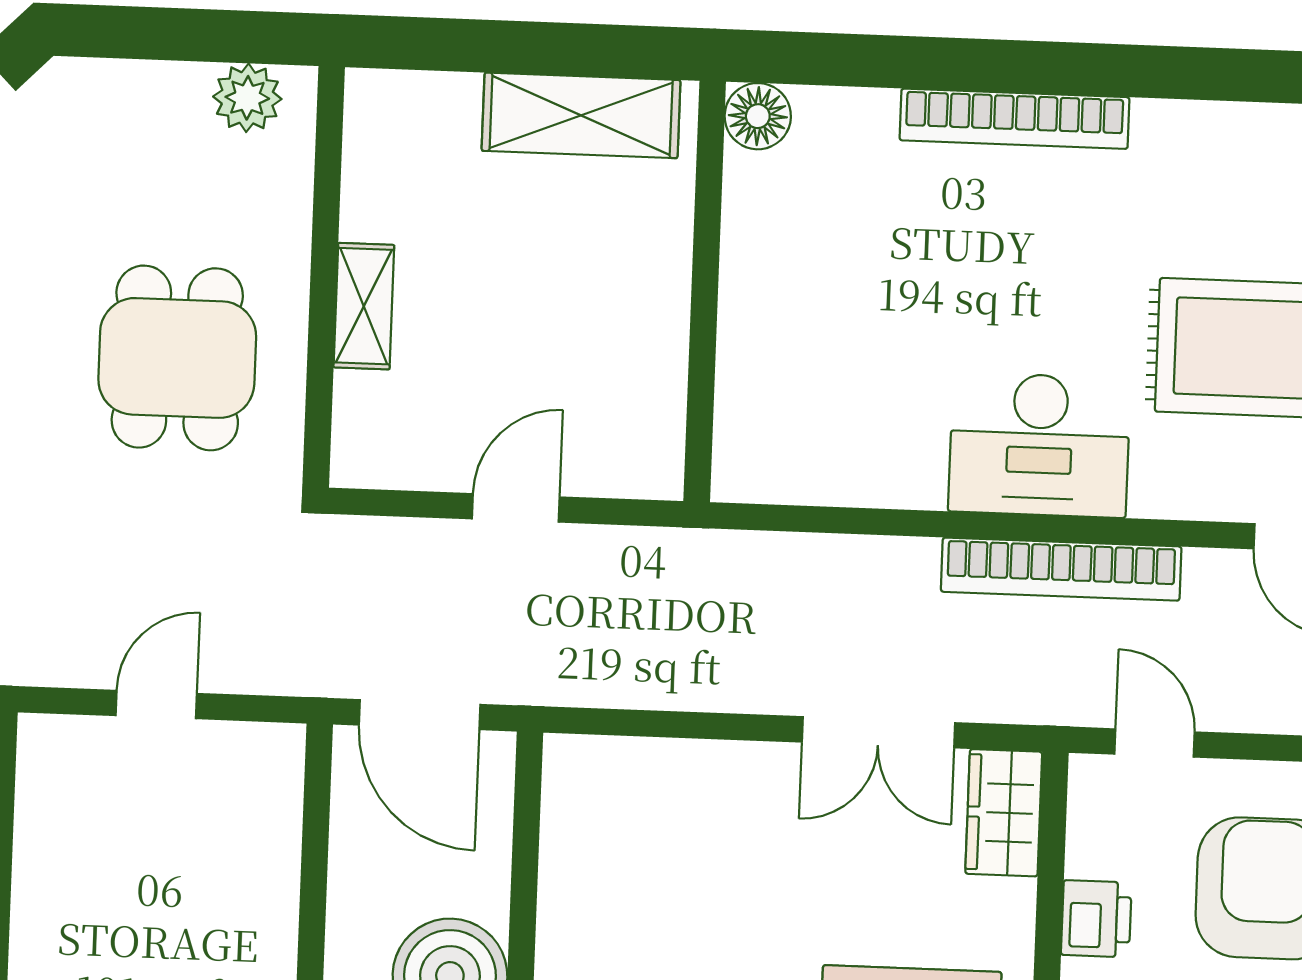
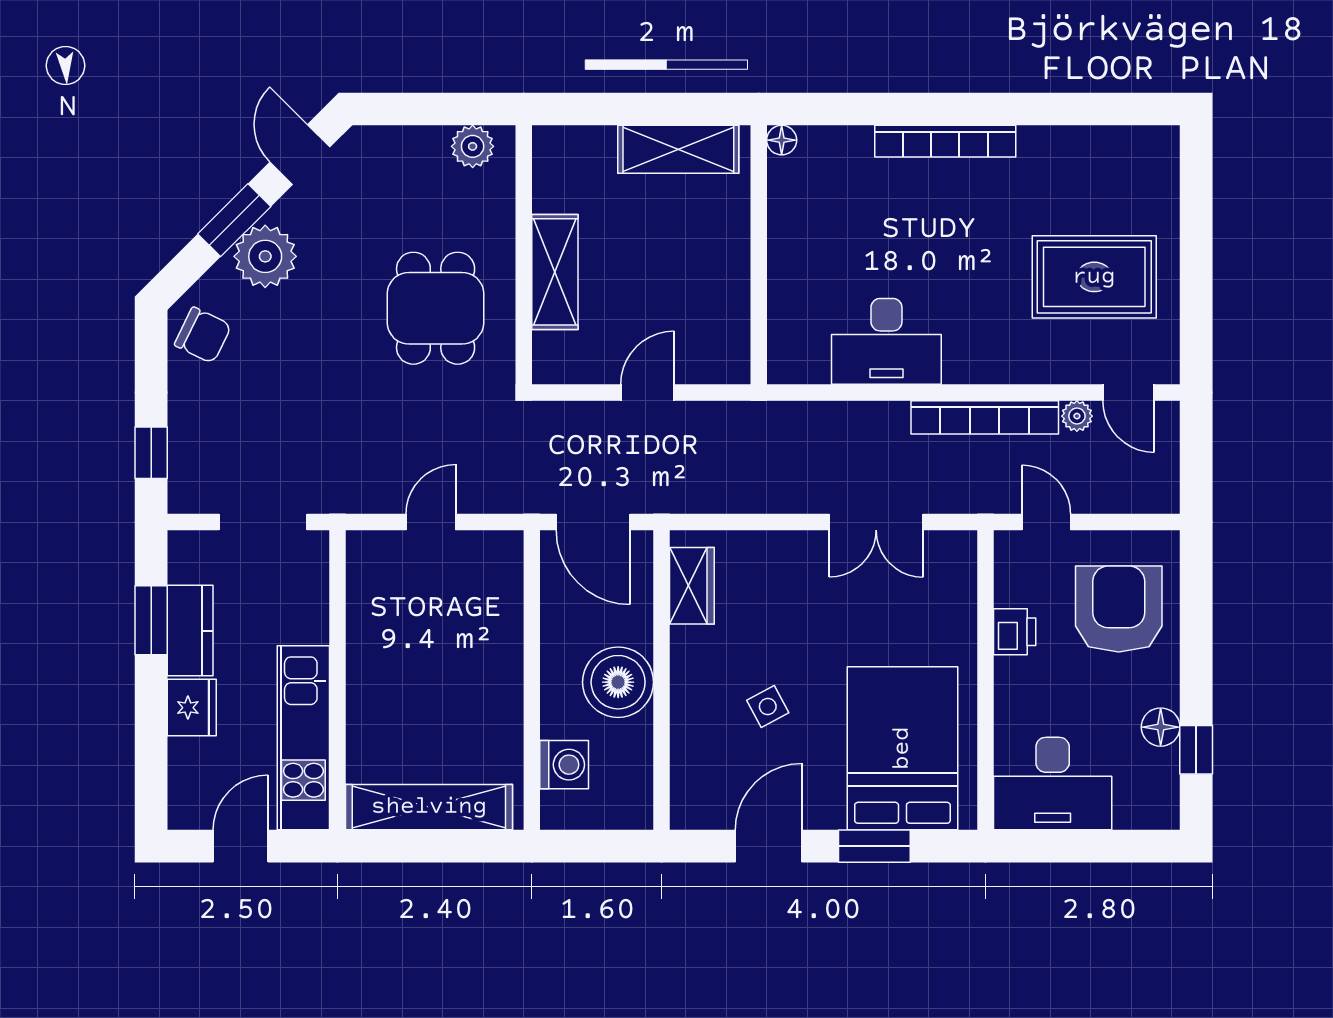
floor lamp: (758, 116) -> (782, 140), width x0.73, depth x0.73
shelving: (364, 306) -> (555, 272), width x1.50, depth x1.33
desk: (1039, 445) -> (886, 341), moved
plant: (1211, 573) -> (1077, 416), added
wardrobe: (1004, 813) -> (692, 586), moved, turned 180

